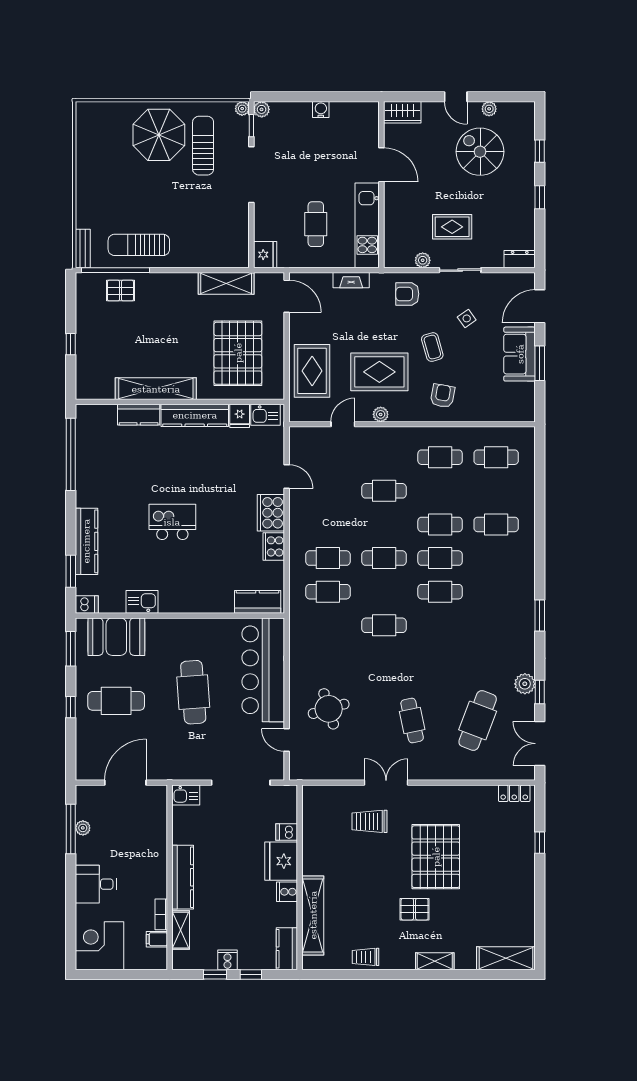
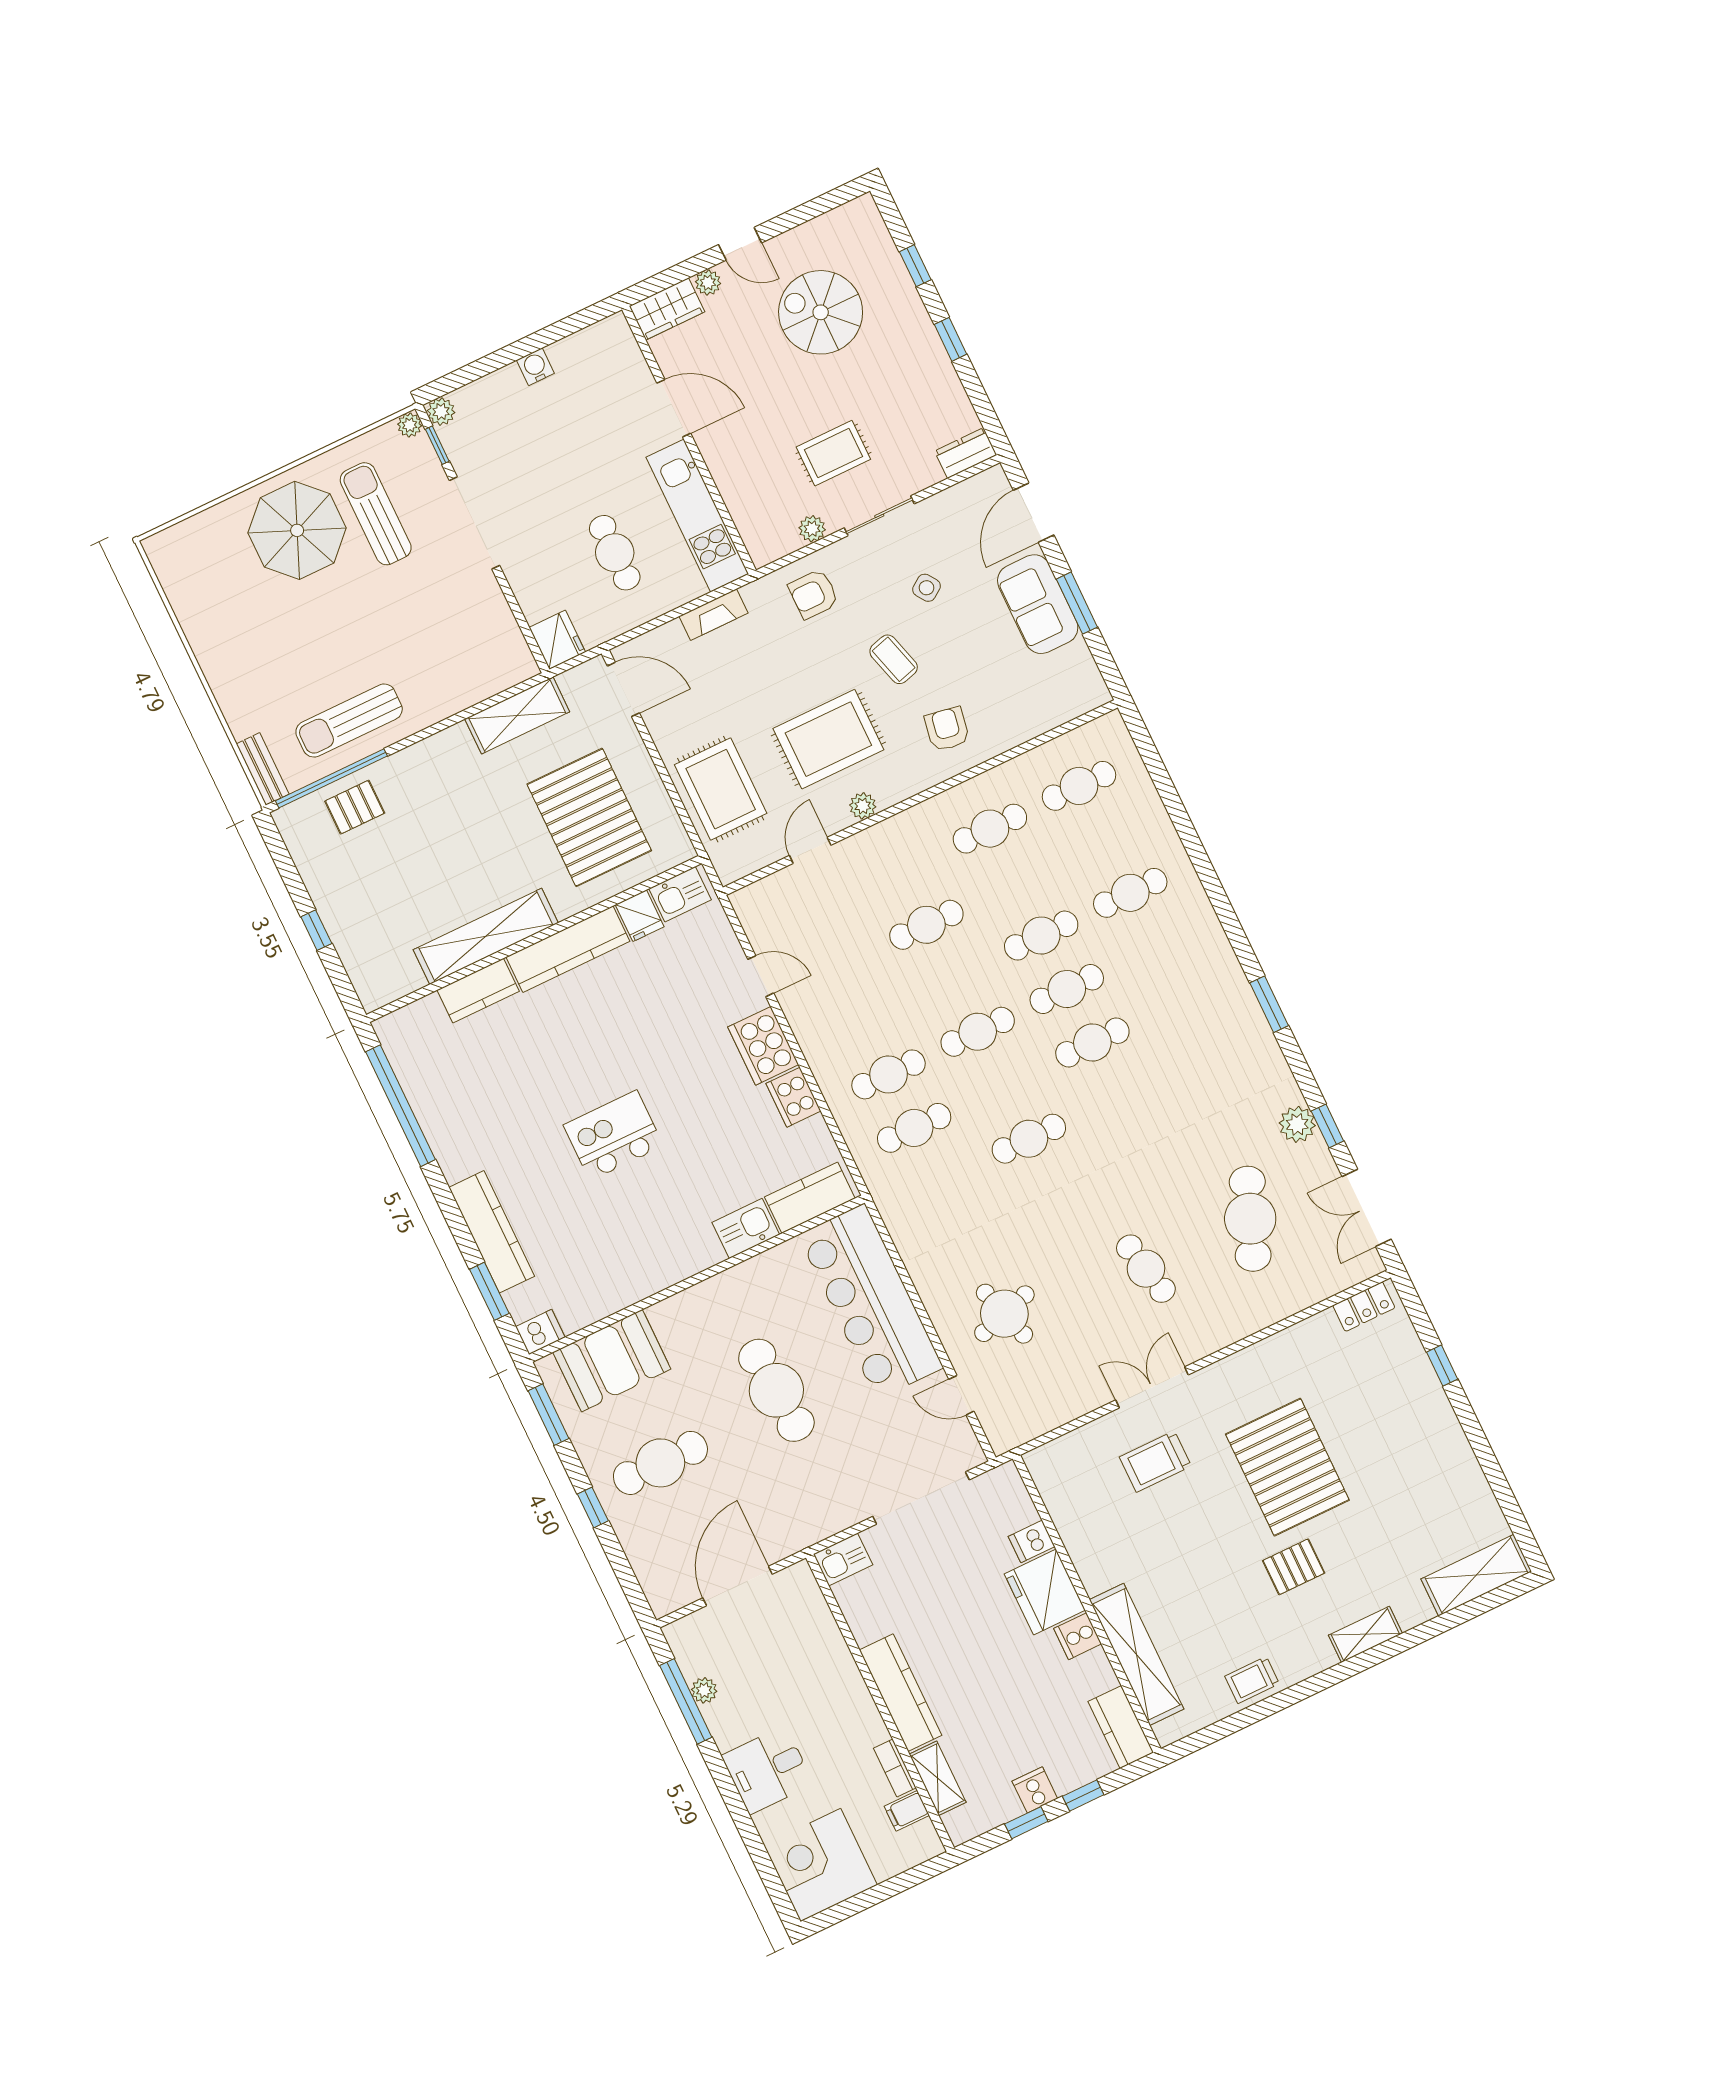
plant: (489, 109) -> (708, 283), moved
kitchen sink: (142, 602) -> (746, 1228), moved

